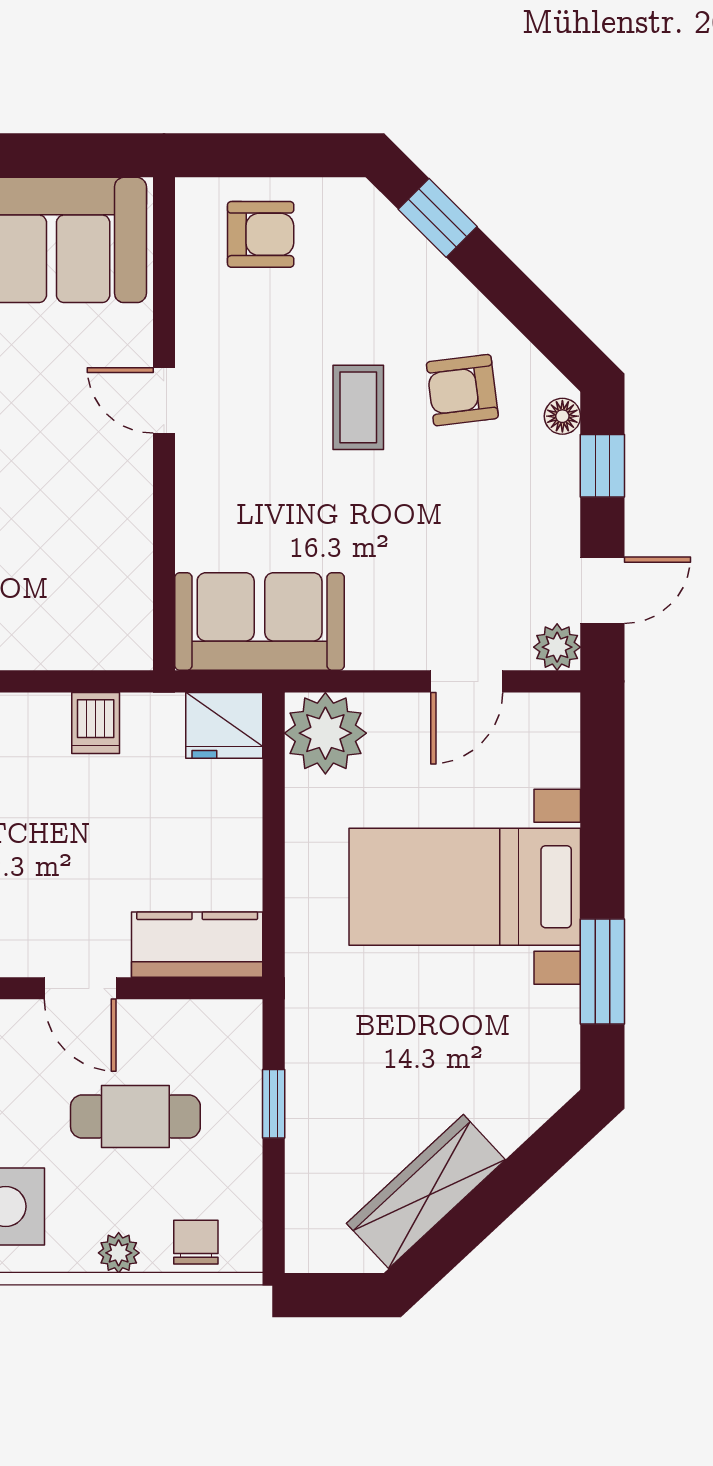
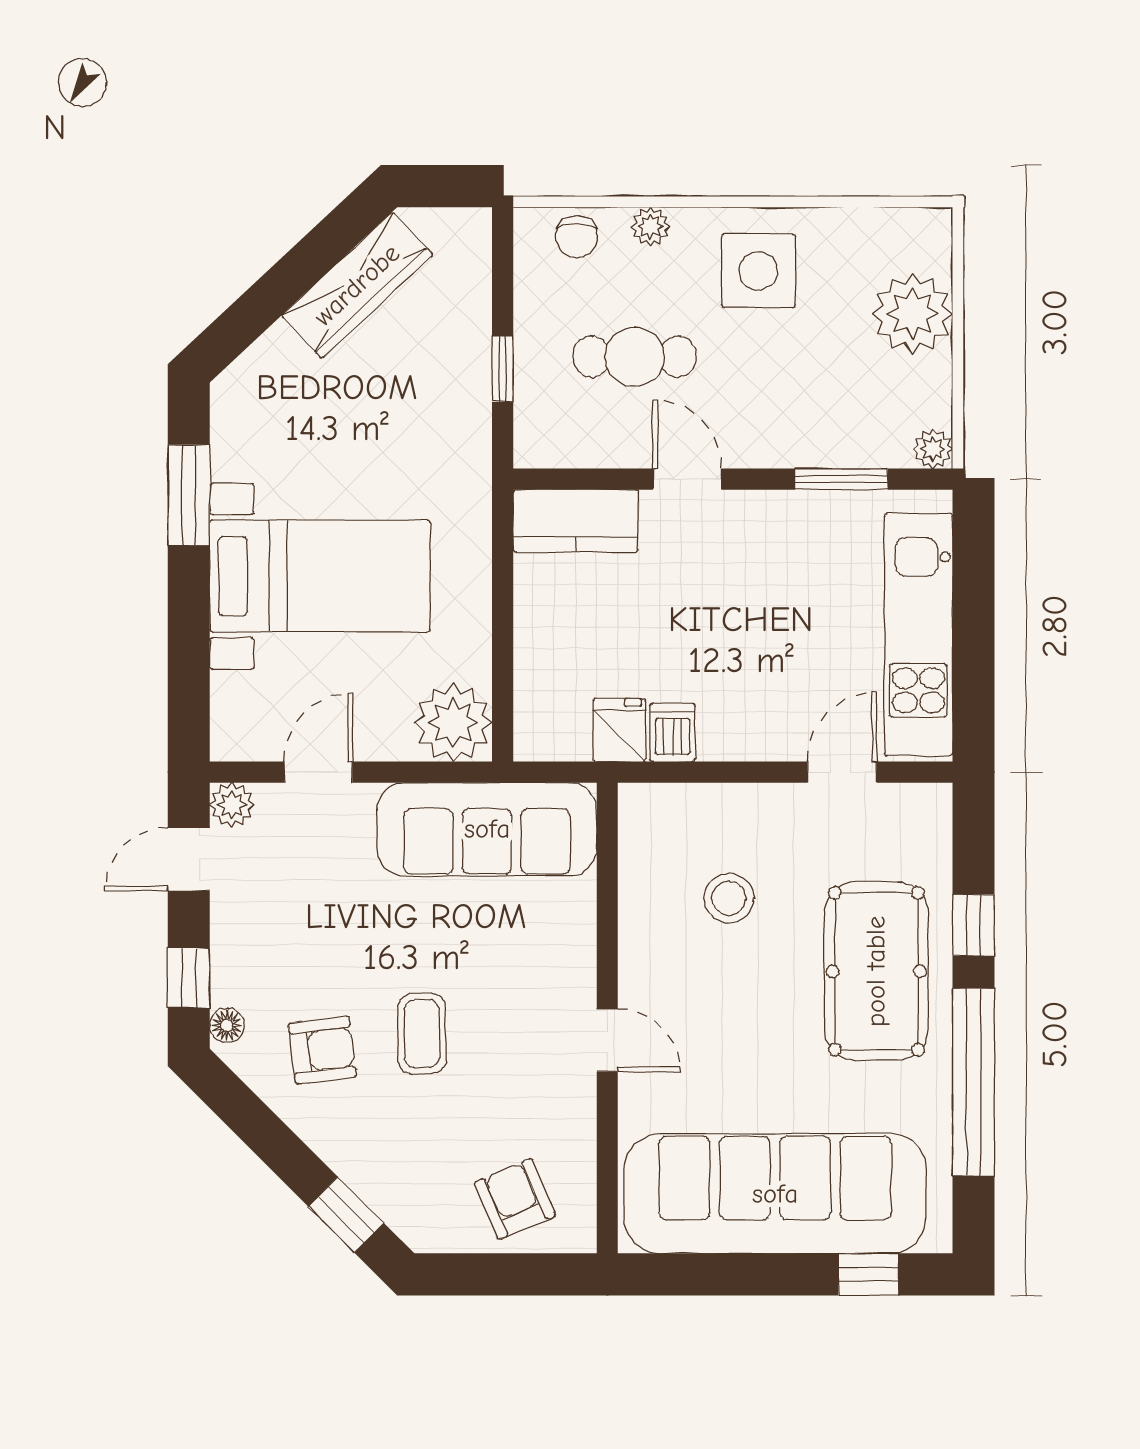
armchair: (261, 234) -> (515, 1199), turned 67
stool: (37, 549) -> (729, 898), added
sofa: (260, 622) -> (487, 829), width x1.36
fridge: (224, 725) -> (619, 730), moved, width x0.72

